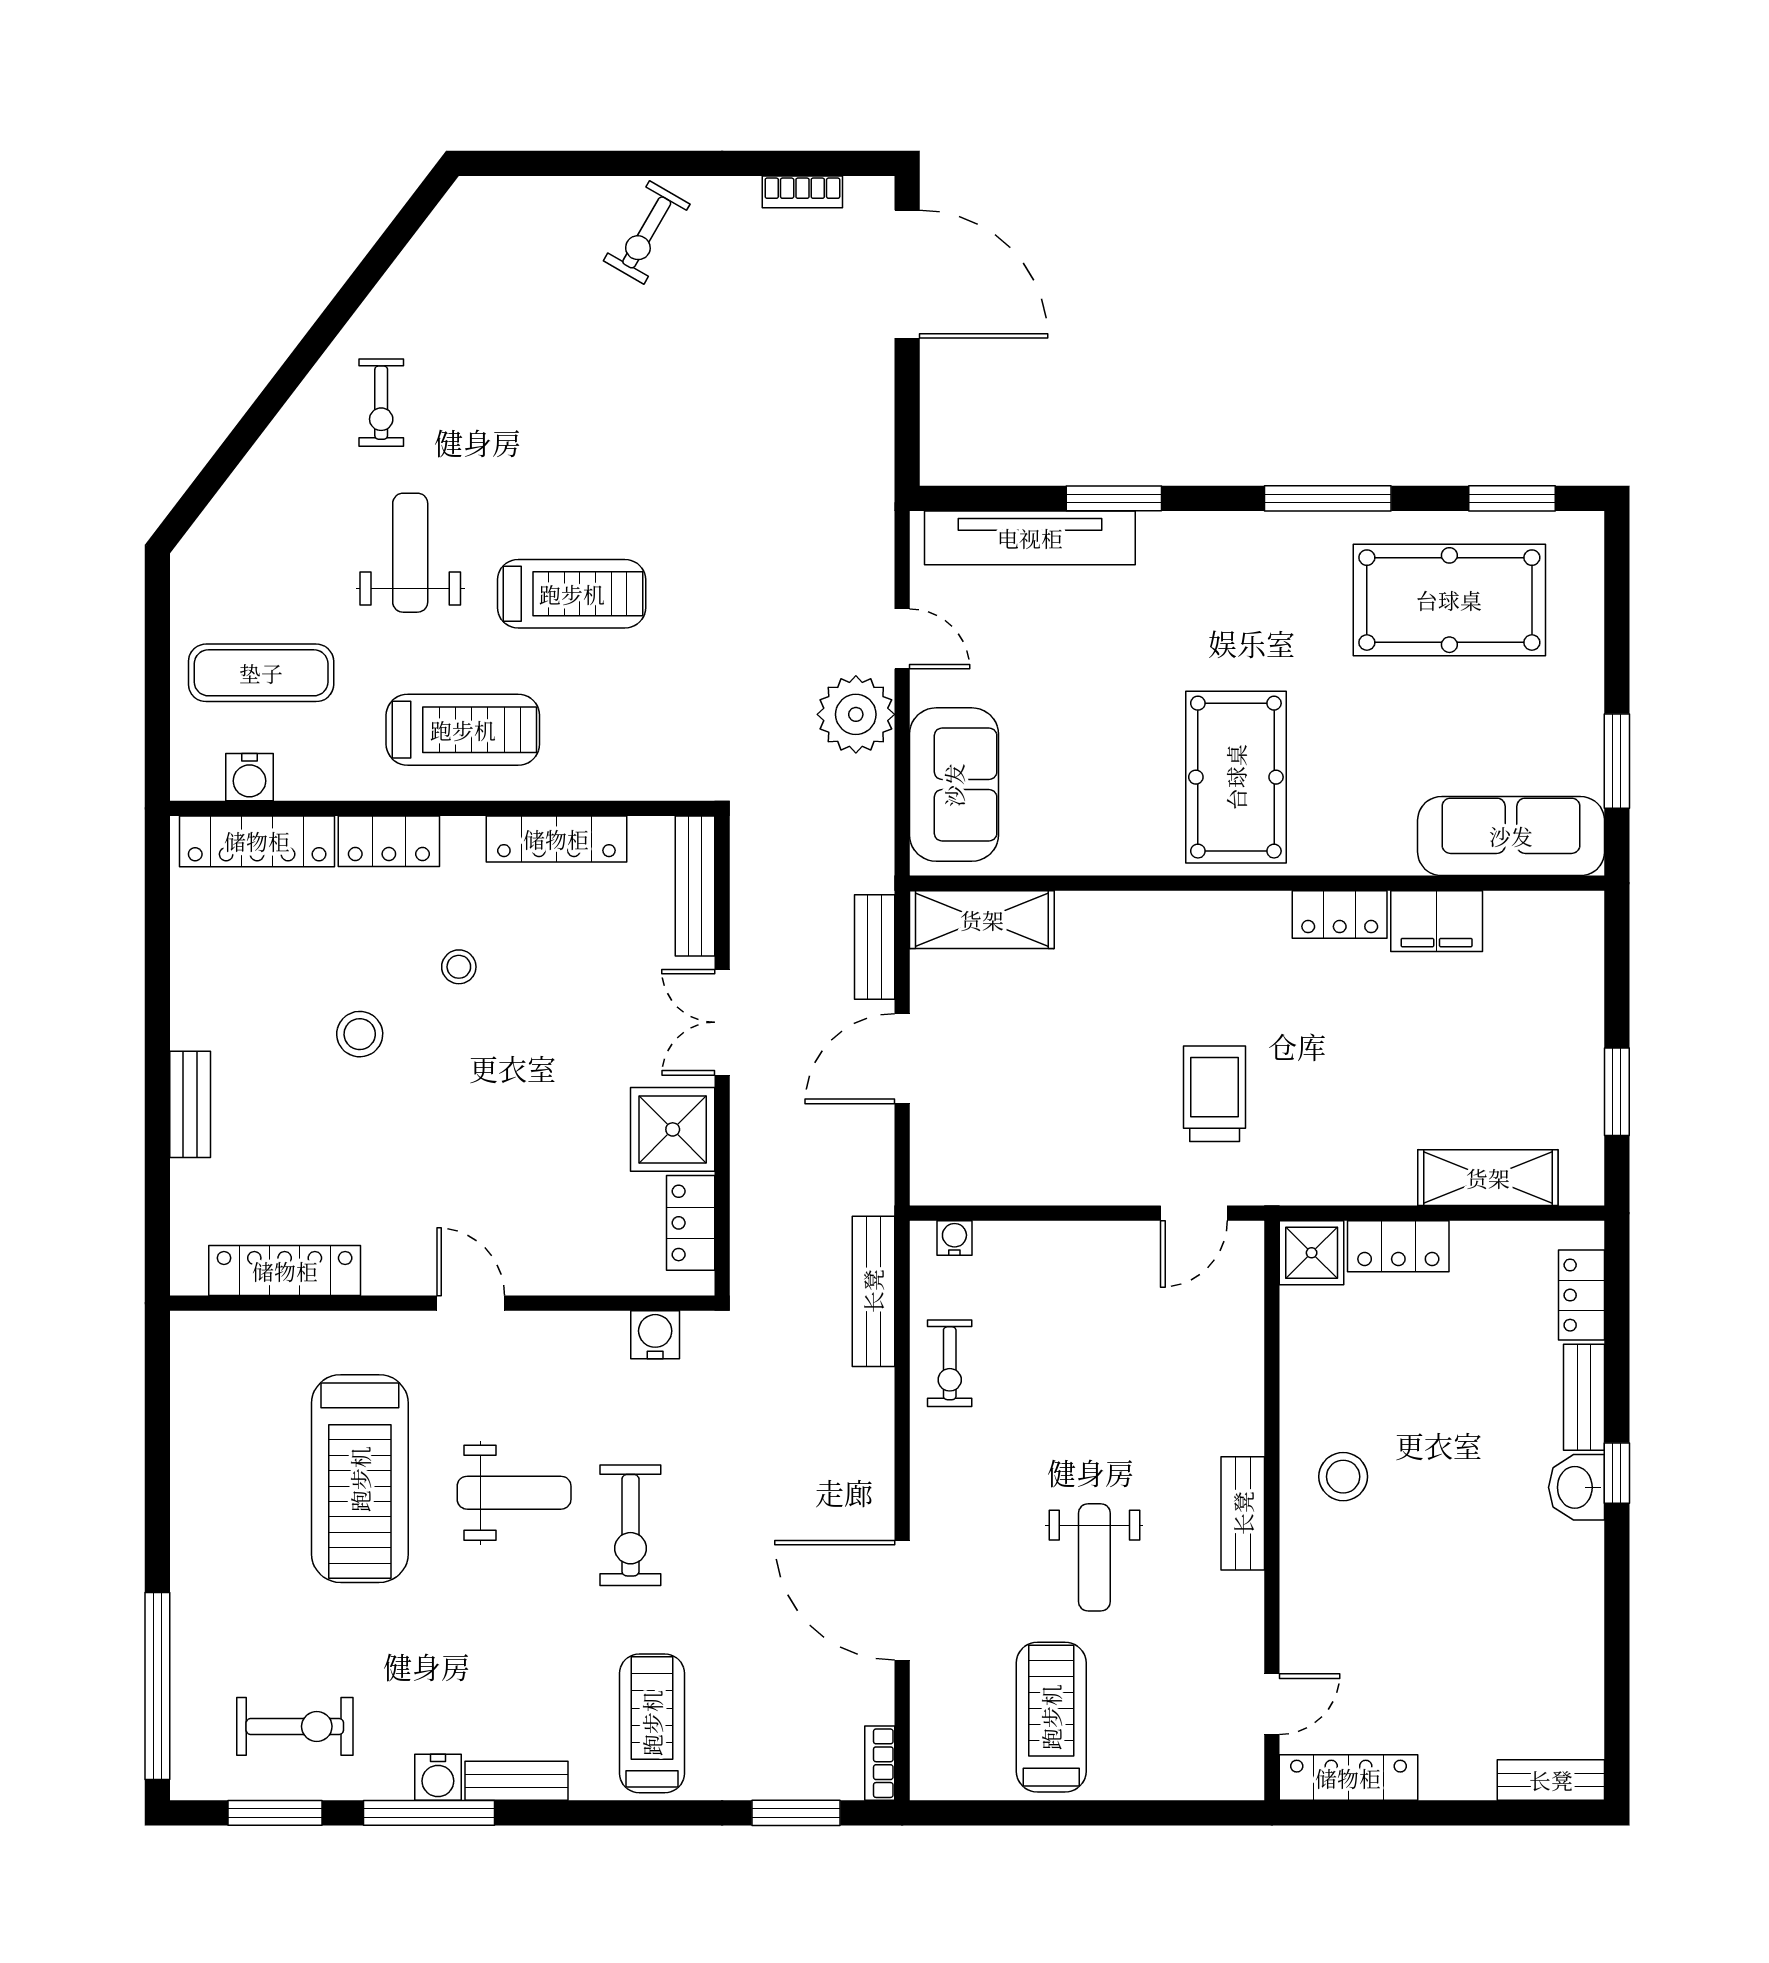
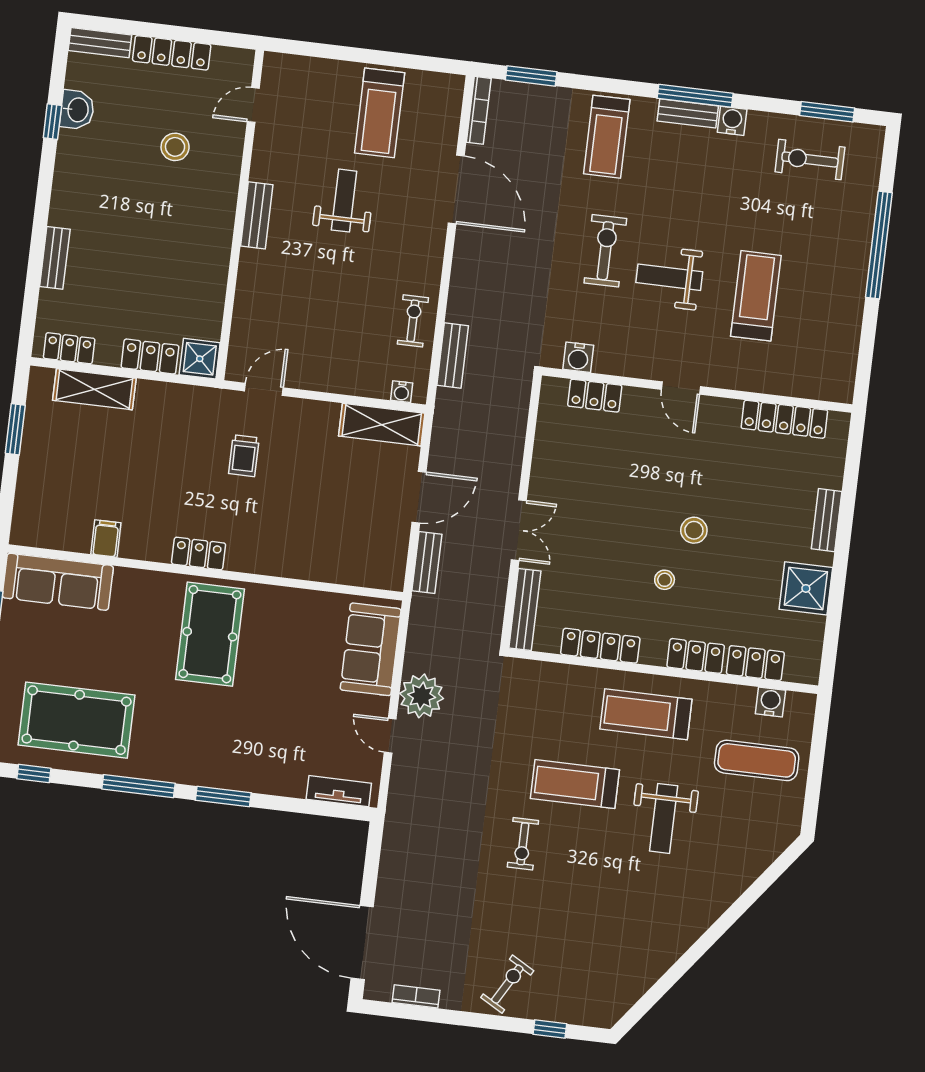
window: (563, 163) -> (550, 1029), added
exercise bike: (381, 403) -> (523, 844), moved, turned 180
window: (1114, 498) -> (223, 796), moved
window: (1512, 498) -> (34, 774), width x0.67
tv unit: (1030, 538) -> (339, 791), width x0.52, depth x0.78
locker: (257, 841) -> (755, 663), width x0.66
locker: (1340, 915) -> (199, 554), moved
shelving: (982, 920) -> (382, 425), moved
filing cabinet: (1437, 921) -> (106, 538), width x0.50
stool: (360, 1034) -> (694, 530), moved
trolley: (1215, 1094) -> (244, 456), width x0.73, depth x0.72
shower: (673, 1129) -> (806, 588), moved
locker: (691, 1223) -> (595, 396), moved, turned 90
bench: (873, 1291) -> (453, 355), width x0.73
locker: (1582, 1295) -> (69, 348), moved, turned -90
window: (1617, 1473) -> (52, 122), moved
stool: (1343, 1477) -> (175, 147), moved
treadmill: (360, 1479) -> (756, 296), width x0.73, depth x0.73
washbasin: (1576, 1487) -> (77, 110), moved
window: (157, 1686) -> (879, 245), moved
bookcase: (880, 1763) -> (479, 110), width x1.56
locker: (1348, 1778) -> (172, 53), moved
window: (429, 1813) -> (695, 96), moved

